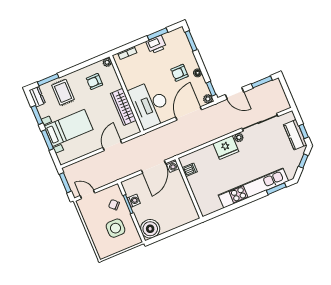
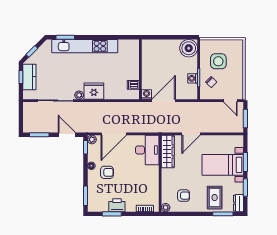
desk: (150, 105) -> (147, 150), width x0.73, depth x0.77
wardrobe: (123, 107) -> (168, 152), moved

